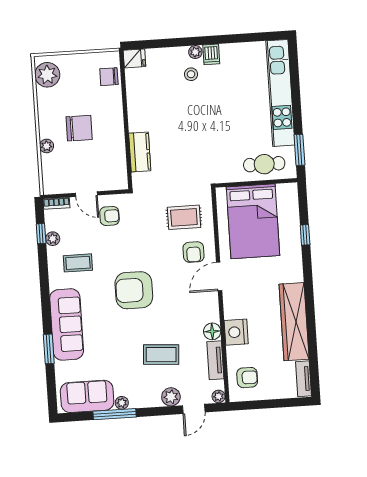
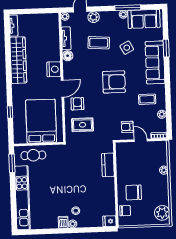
chair: (79, 128) -> (134, 192), moved
window: (41, 234) -> (169, 118), removed
nightstand: (236, 332) -> (54, 69), moved
side table: (114, 348) -> (127, 48), added
armchair: (247, 378) -> (47, 27), removed

